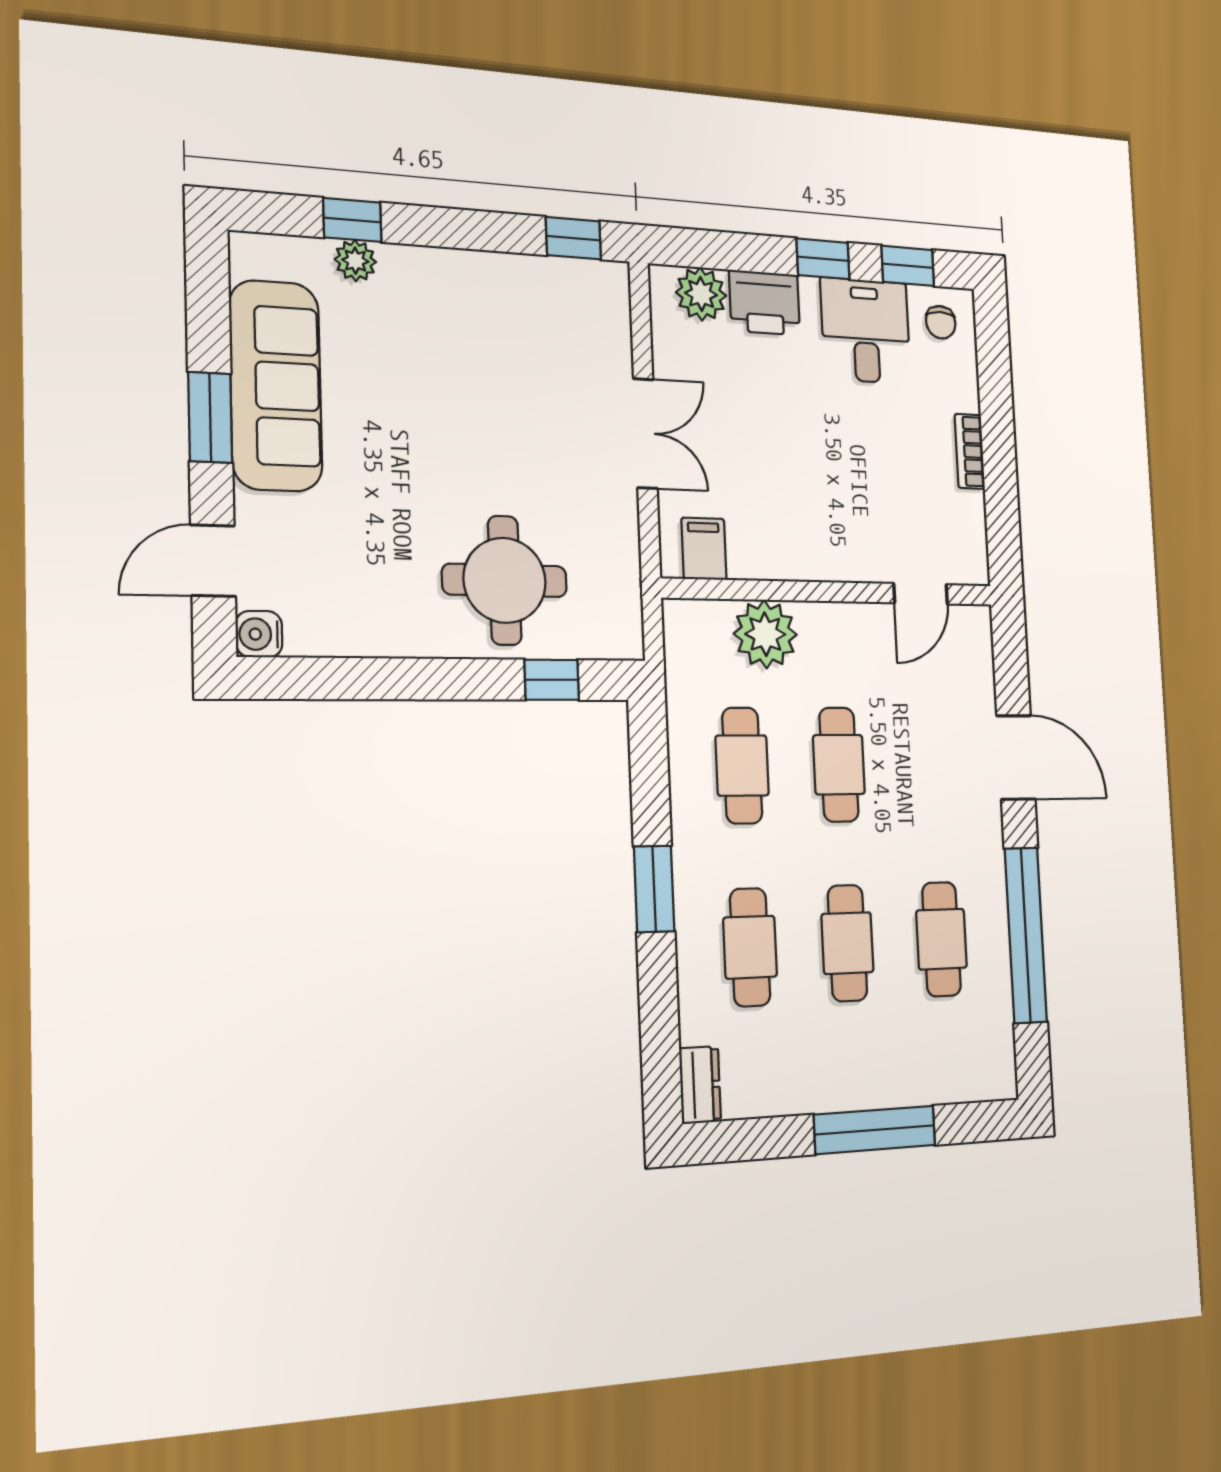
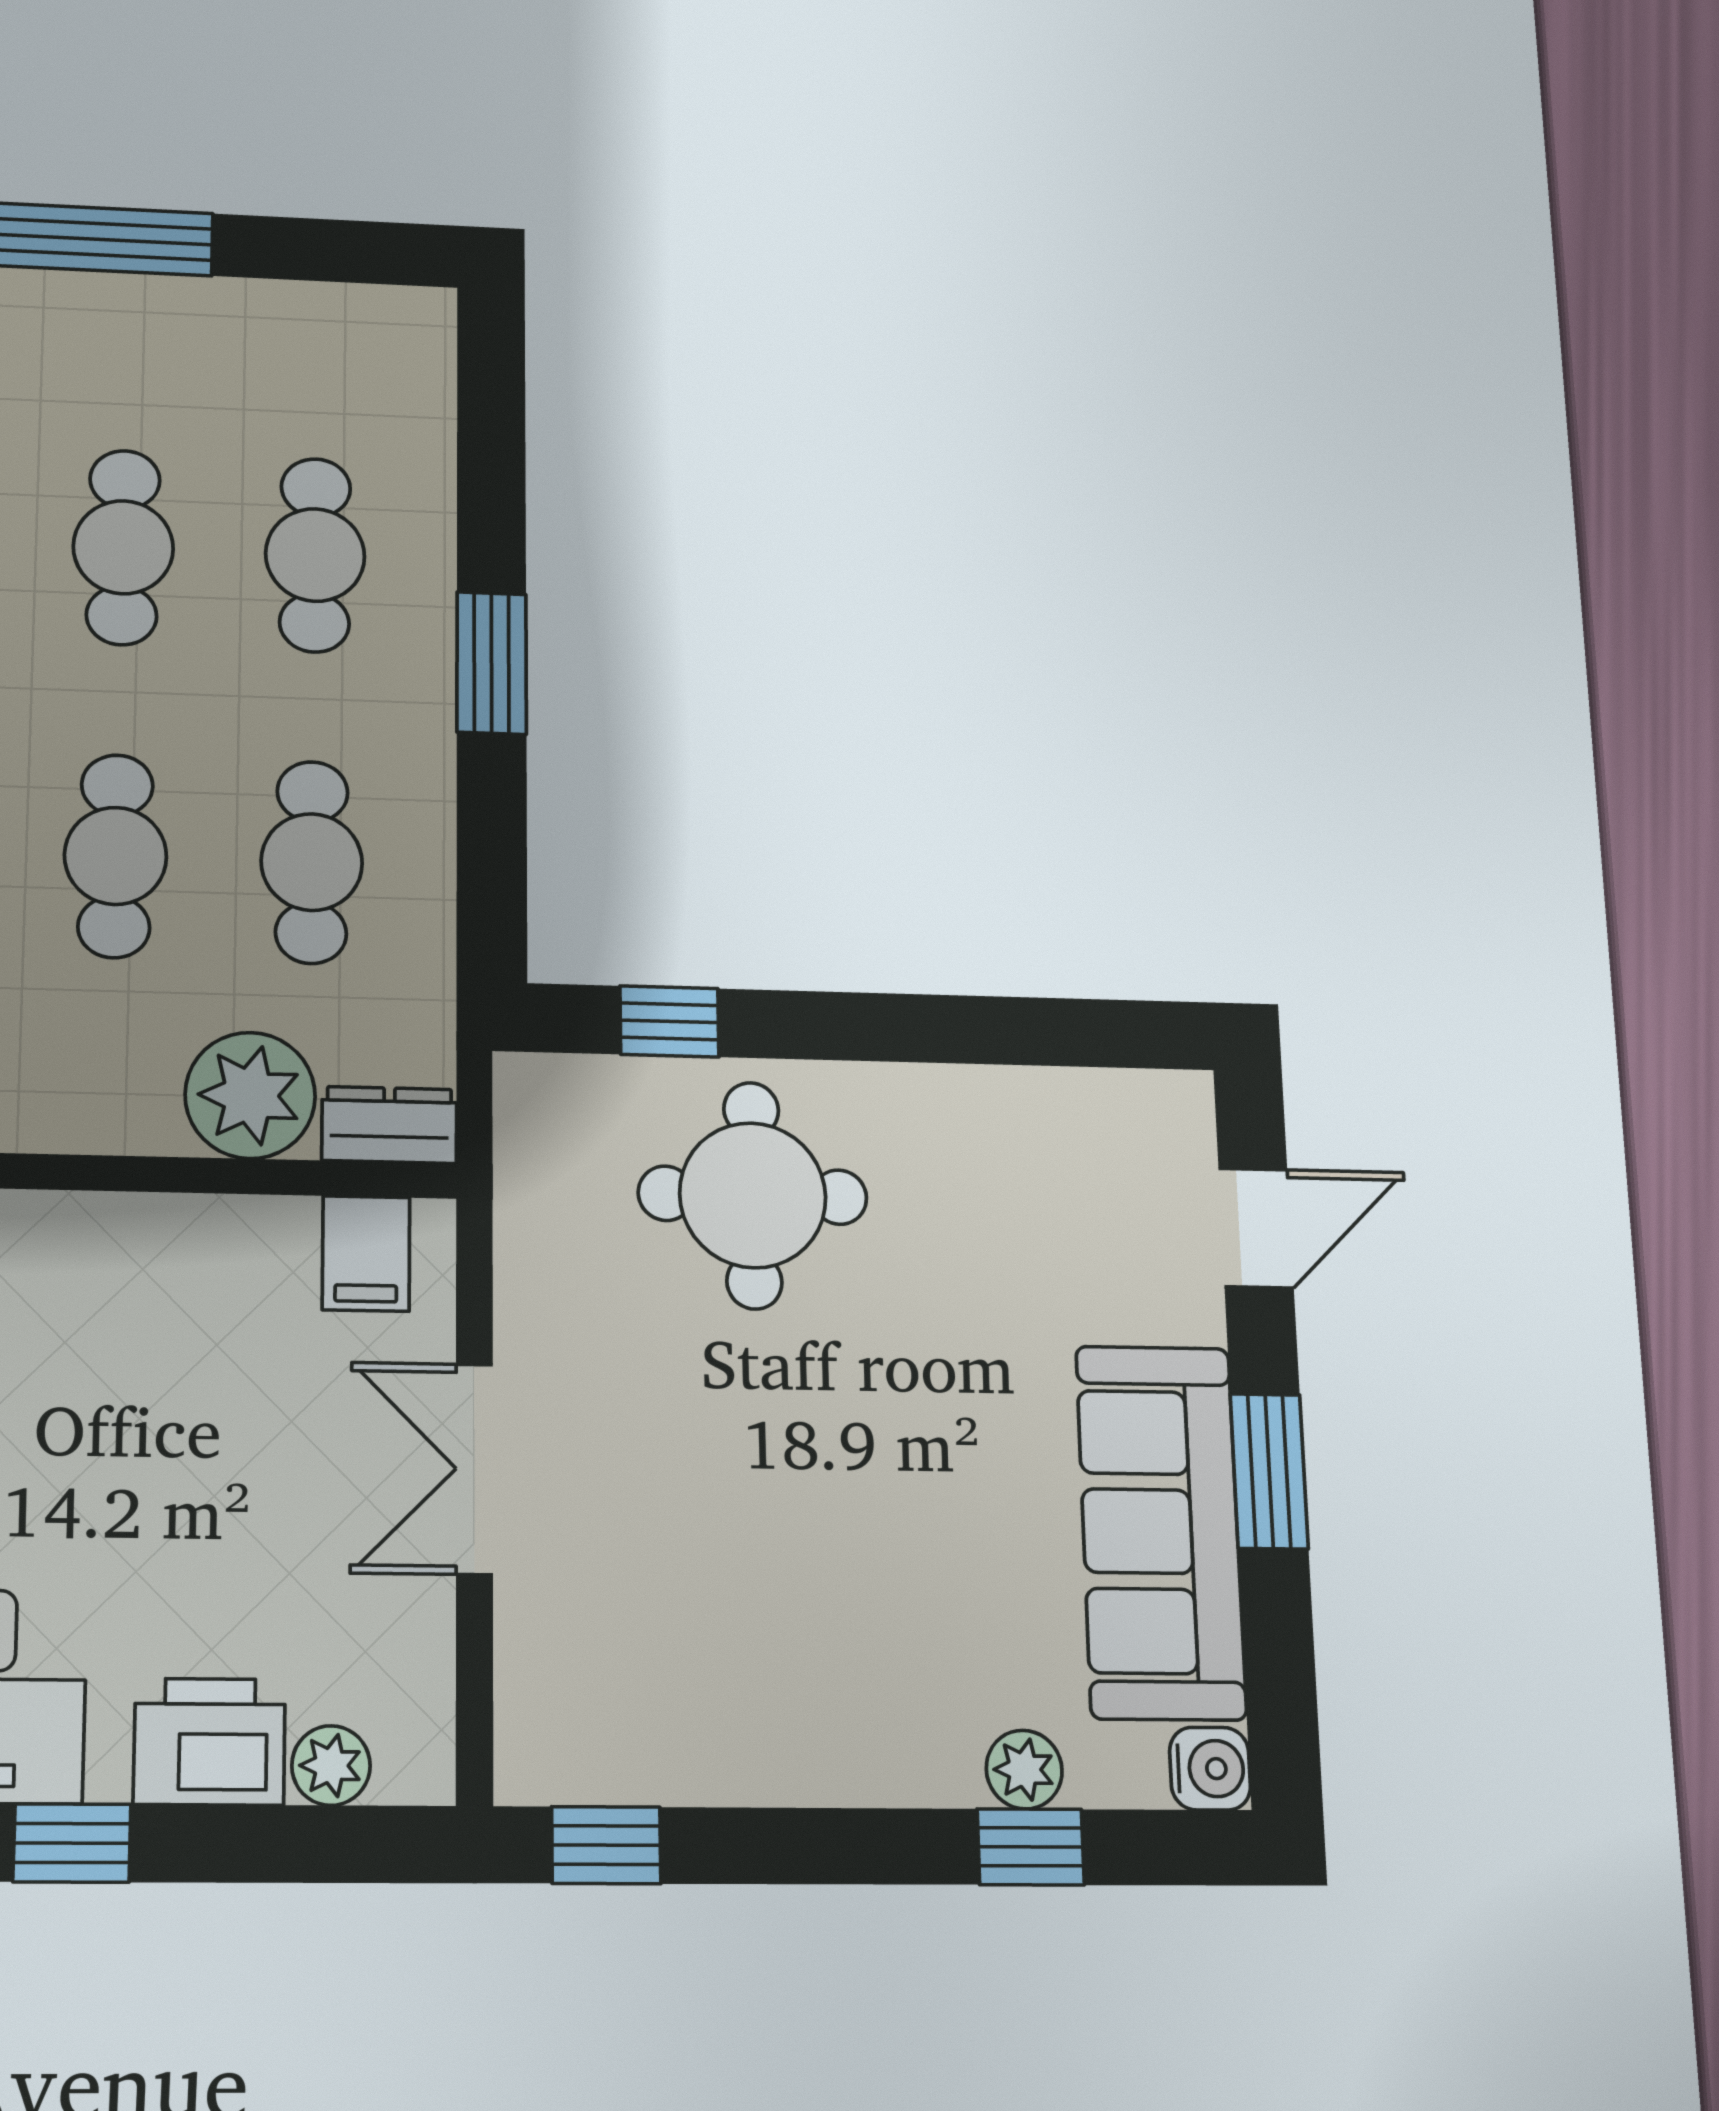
plant: (701, 294) -> (331, 1766), width x0.73, depth x0.73
water cooler: (259, 634) -> (1210, 1769), moved
dresser: (700, 1085) -> (389, 1125), moved, turned 90

